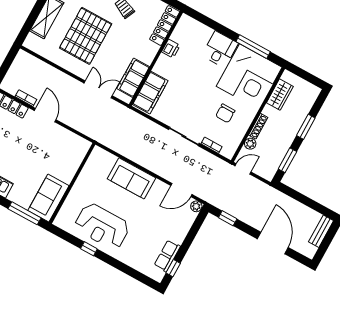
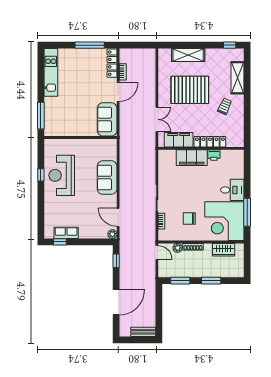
locker: (165, 26) -> (210, 142), moved
filing cabinet: (150, 93) -> (192, 158), moved
sofa: (48, 198) -> (107, 119), moved, turned -90

